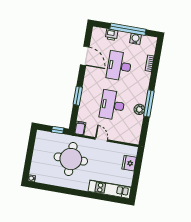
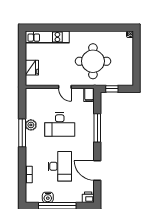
printer: (112, 35) -> (88, 197), moved
window: (78, 96) -> (97, 128), width x1.44
desk: (112, 105) -> (60, 125), turned 90

